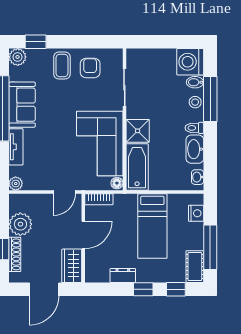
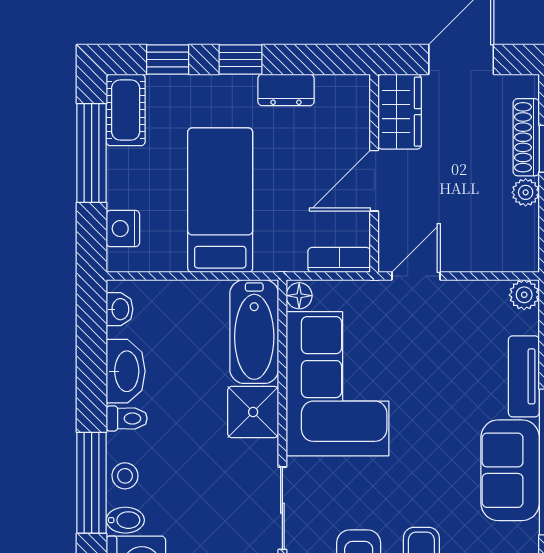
plant: (20, 224) -> (526, 192), width x0.53, depth x0.53

